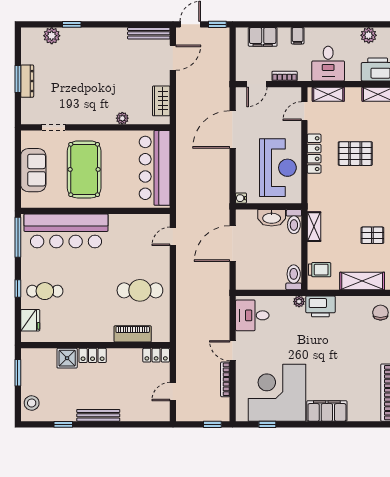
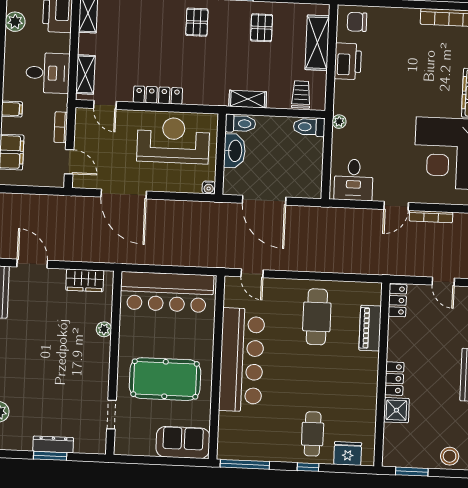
pallet: (355, 154) -> (197, 22), moved, width x0.67, depth x0.71
sofa: (33, 170) -> (183, 442), moved
bar counter: (66, 231) -> (242, 360), moved
printer: (320, 306) -> (348, 61), moved

